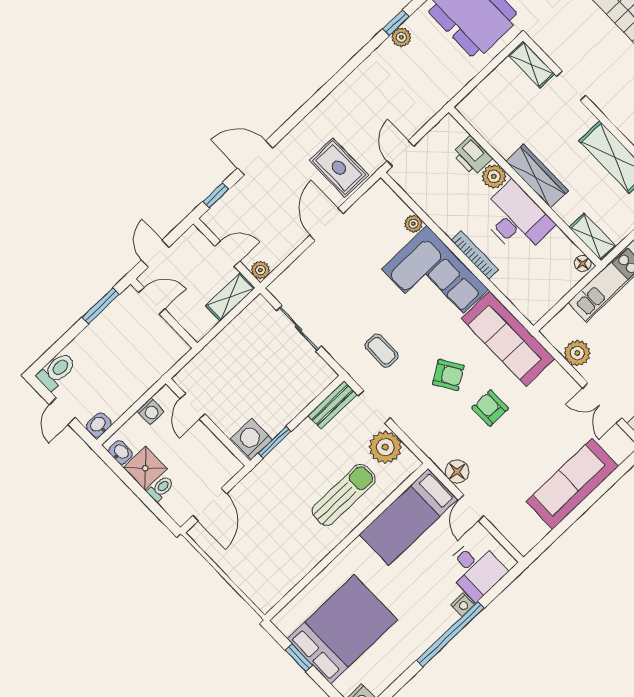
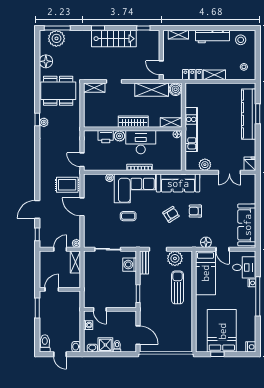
door: (155, 254) -> (37, 273), removed
coffee table: (382, 351) -> (128, 216), moved
washing machine: (252, 439) -> (130, 265), moved
sofa: (572, 484) -> (247, 225), moved

